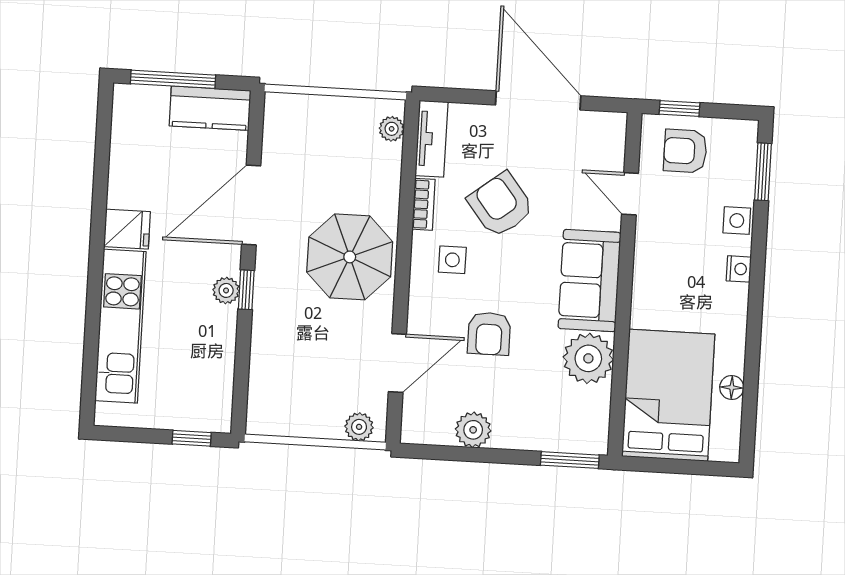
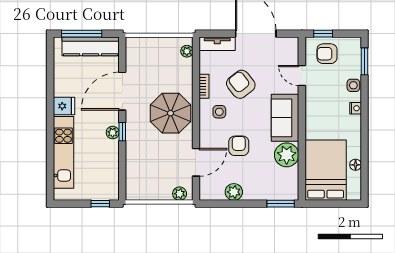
kitchen counter: (210, 108) -> (91, 46), width x1.50
tv unit: (432, 139) -> (217, 44), moved, turned 90
armchair: (489, 334) -> (239, 146), turned 180

